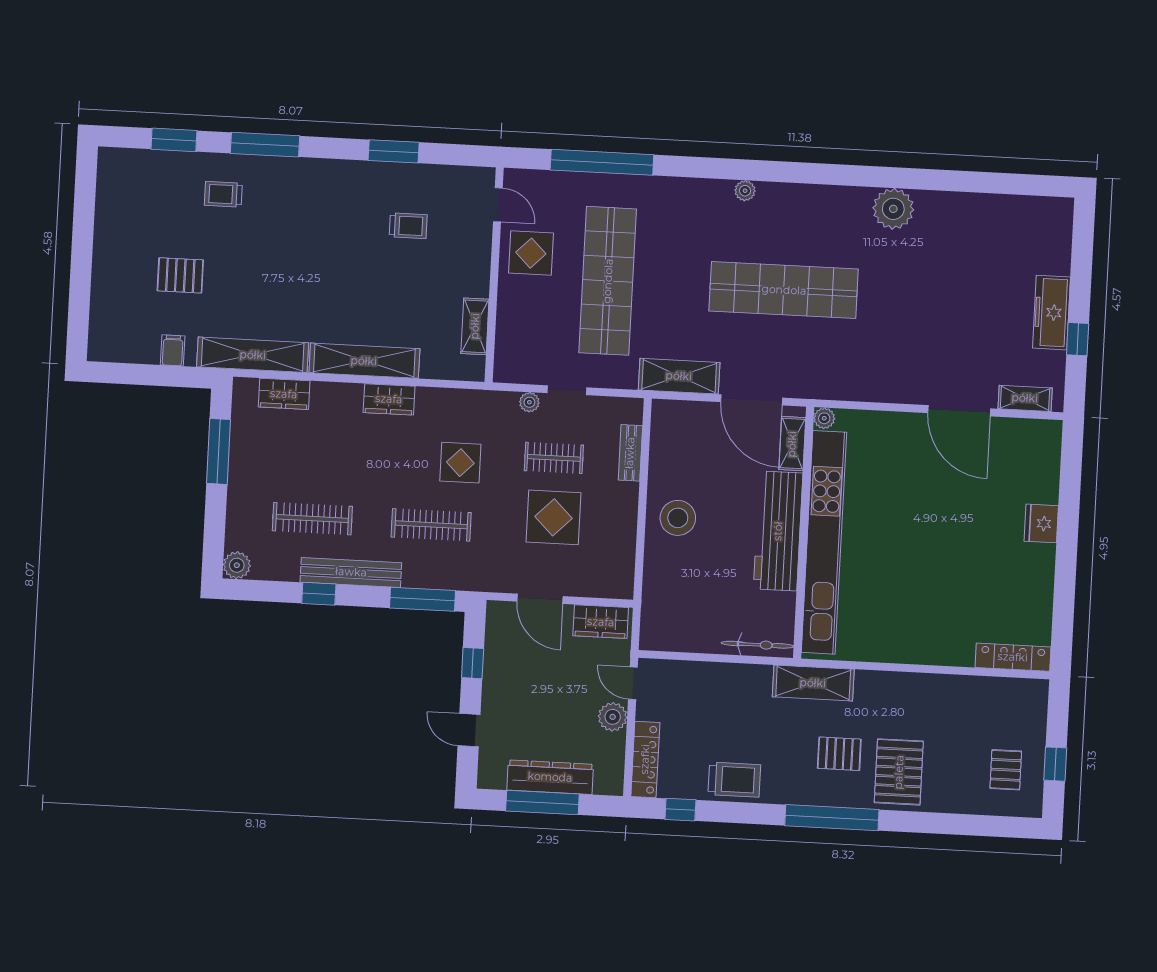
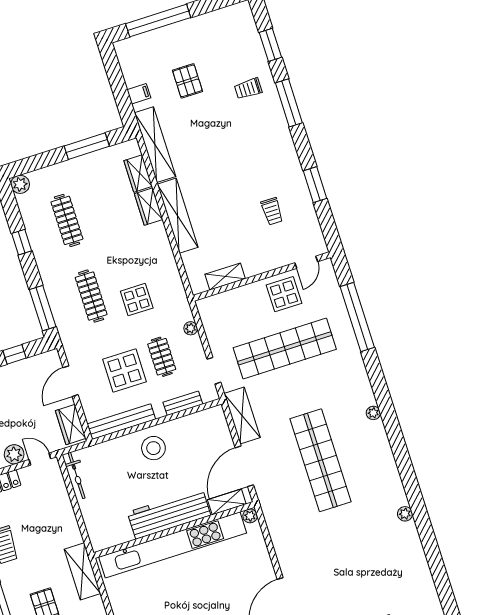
trolley: (223, 194) -> (248, 89), turned -90
plant: (893, 209) -> (405, 514), width x0.53, depth x0.53
window: (80, 285) -> (158, 21), added
doorway: (567, 390) -> (214, 371), moved
wardrobe: (389, 399) -> (149, 207), moved
bench: (351, 572) -> (121, 422), moved, turned 90
bicycle: (757, 645) -> (77, 475), moved
door: (633, 683) -> (40, 459), hinge flipped

